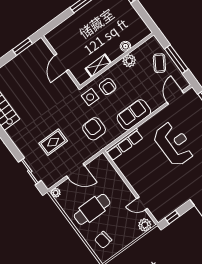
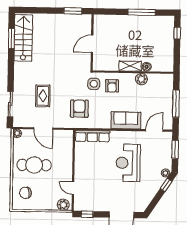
coffee table: (159, 63) -> (162, 97), removed
shelving: (98, 66) -> (130, 66), moved
sofa: (134, 115) -> (126, 120), moved
rug: (53, 142) -> (43, 96), turned 90
reception desk: (174, 144) -> (128, 163), turned 180

